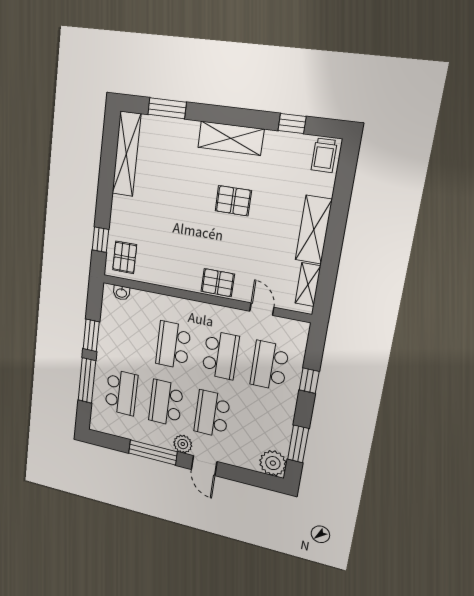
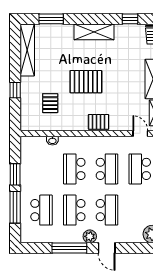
pallet: (233, 201) -> (86, 82), moved, width x1.50, depth x1.42
window: (100, 240) -> (15, 90), moved
pallet: (125, 257) -> (50, 103), moved
washbasin: (121, 293) -> (52, 141), moved
door: (262, 309) -> (140, 133), moved
school desk: (212, 414) -> (107, 210), turned 180

